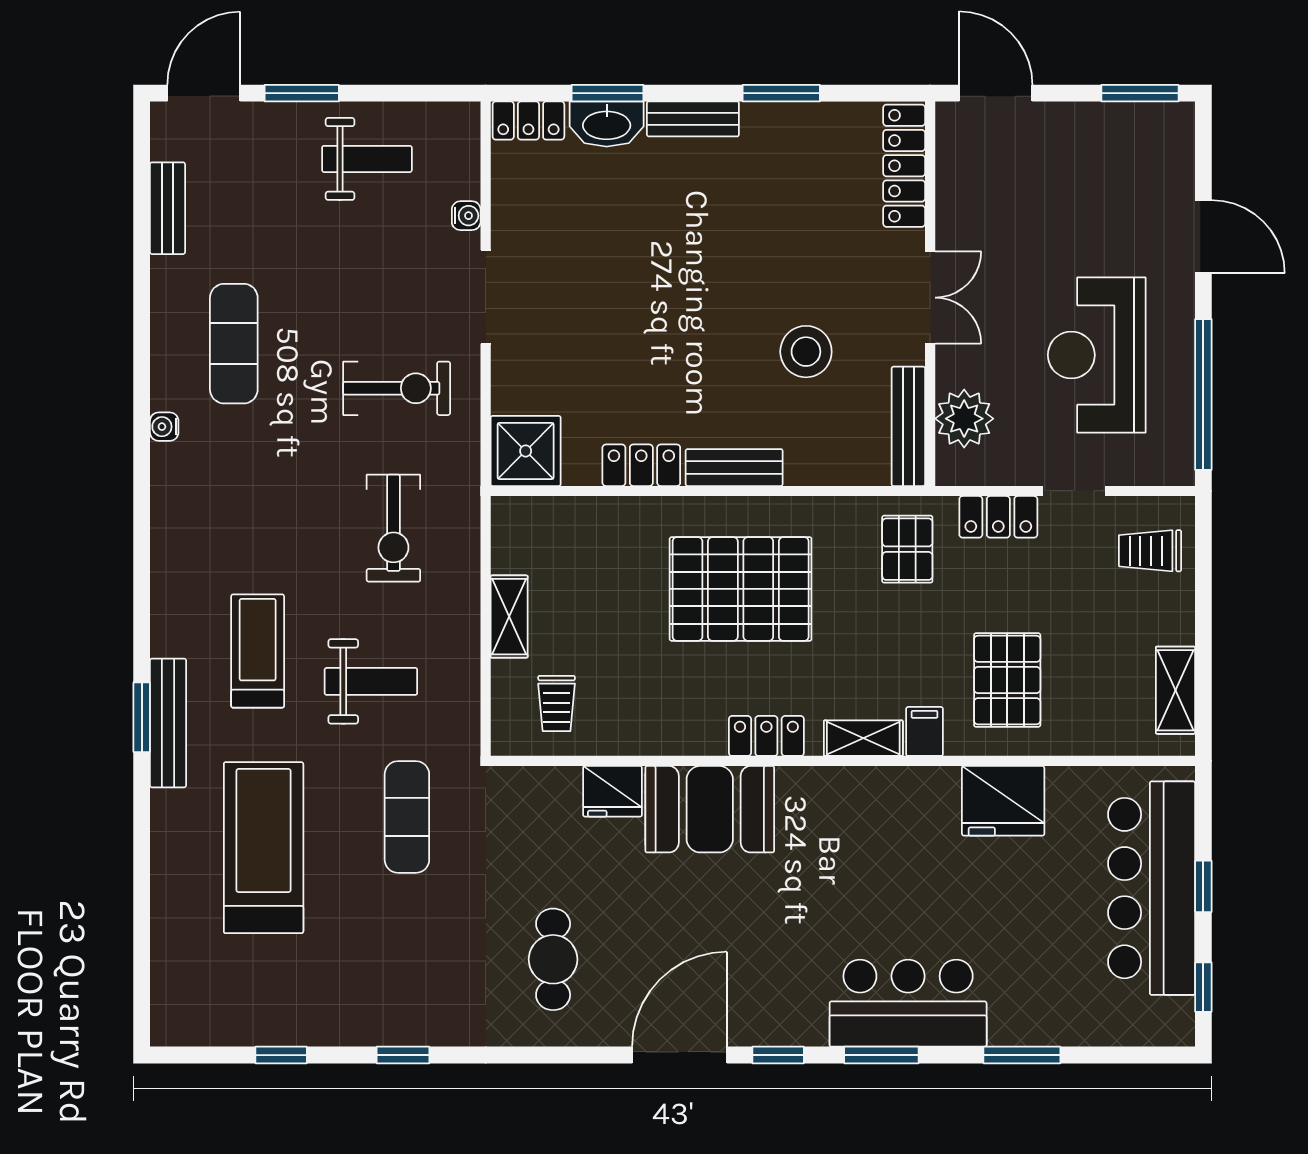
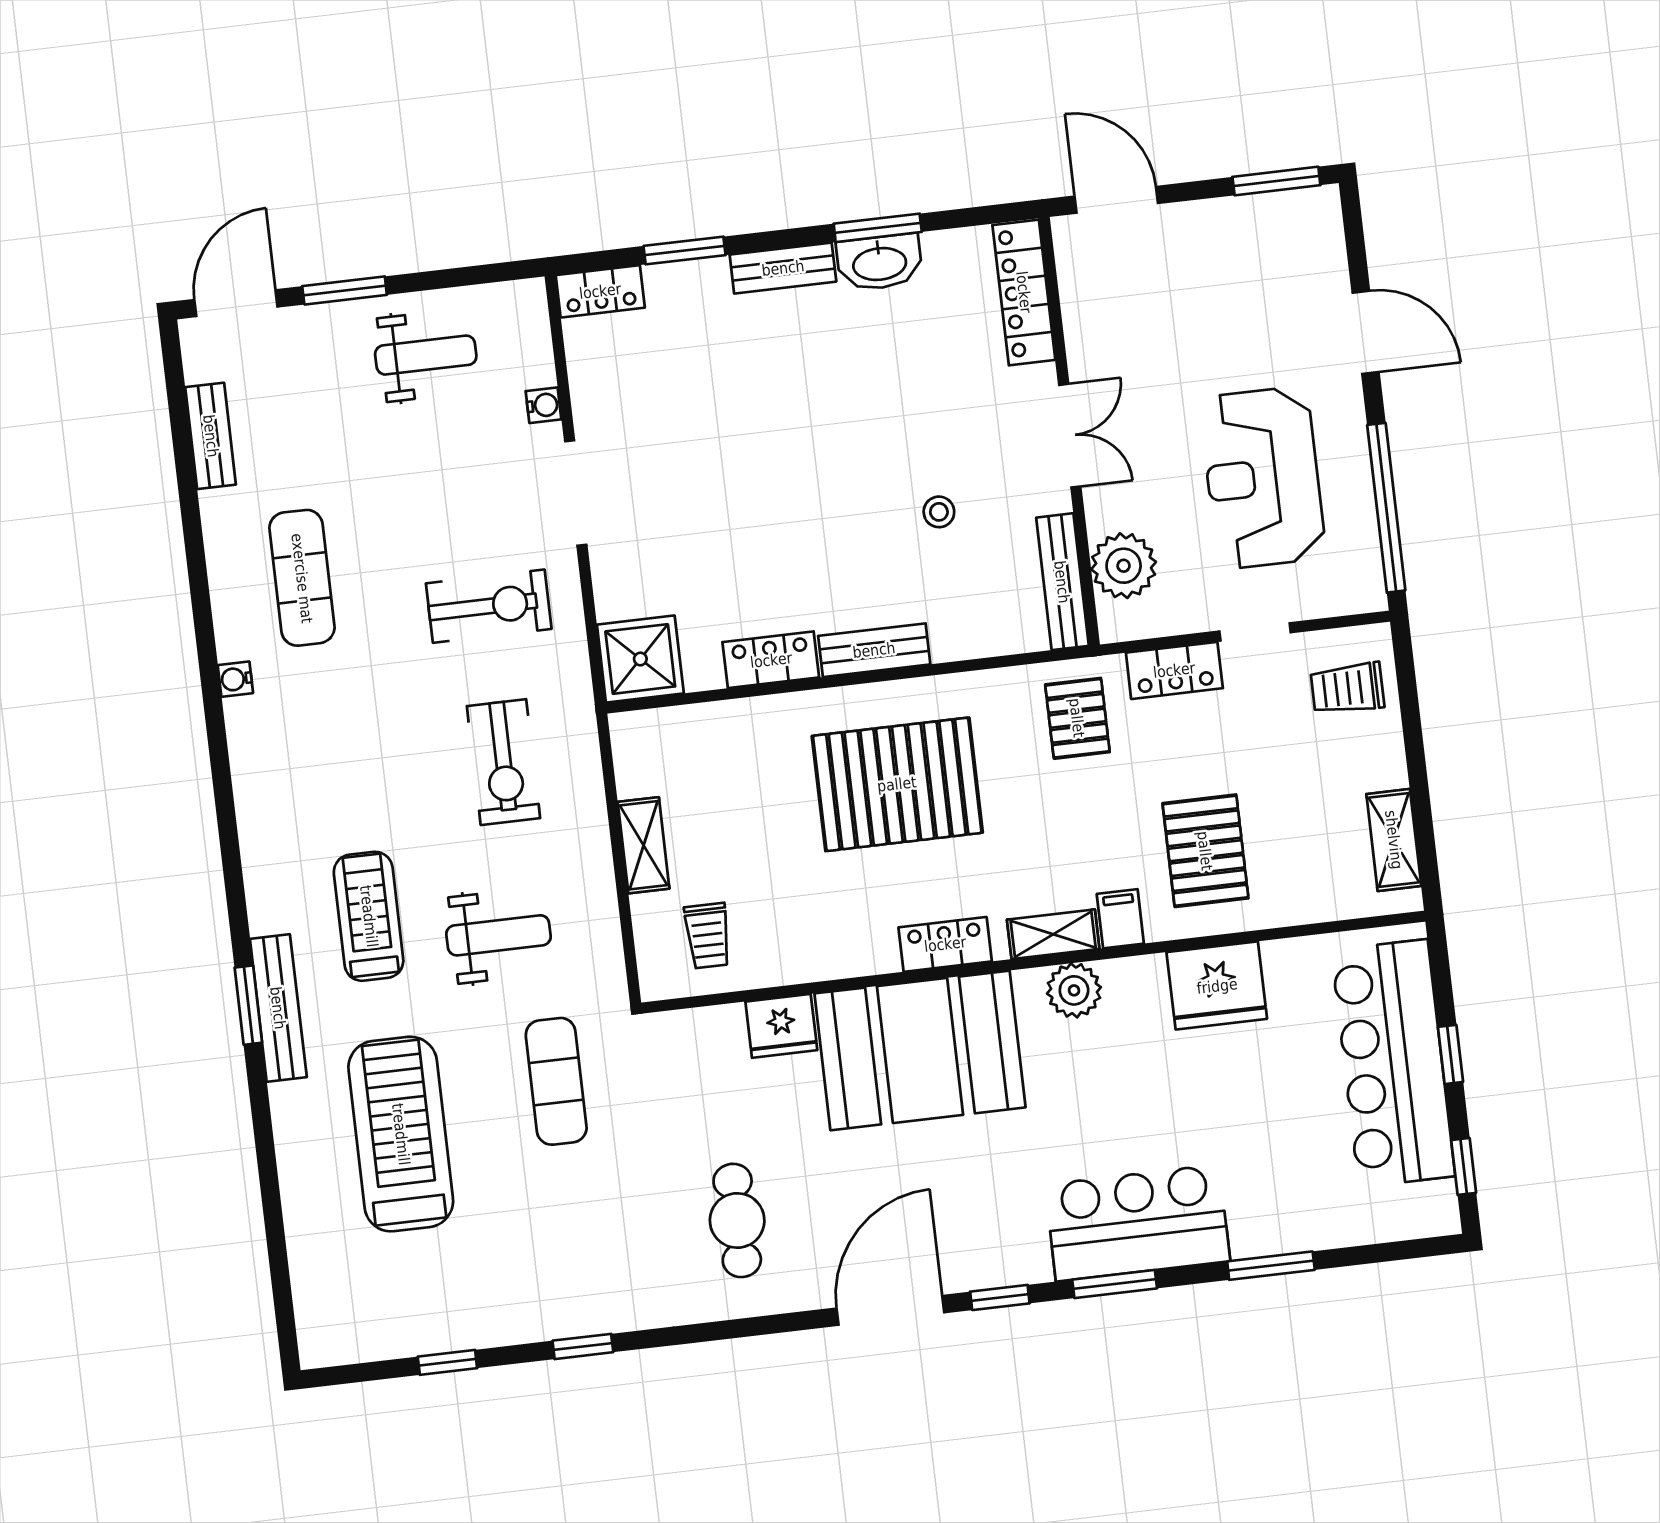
washbasin: (607, 124) -> (879, 262), moved
stool: (806, 352) -> (939, 512), width x0.53, depth x0.53
plant: (876, 790) -> (1074, 990), added
booth: (710, 809) -> (920, 1050), width x1.36, depth x1.42

